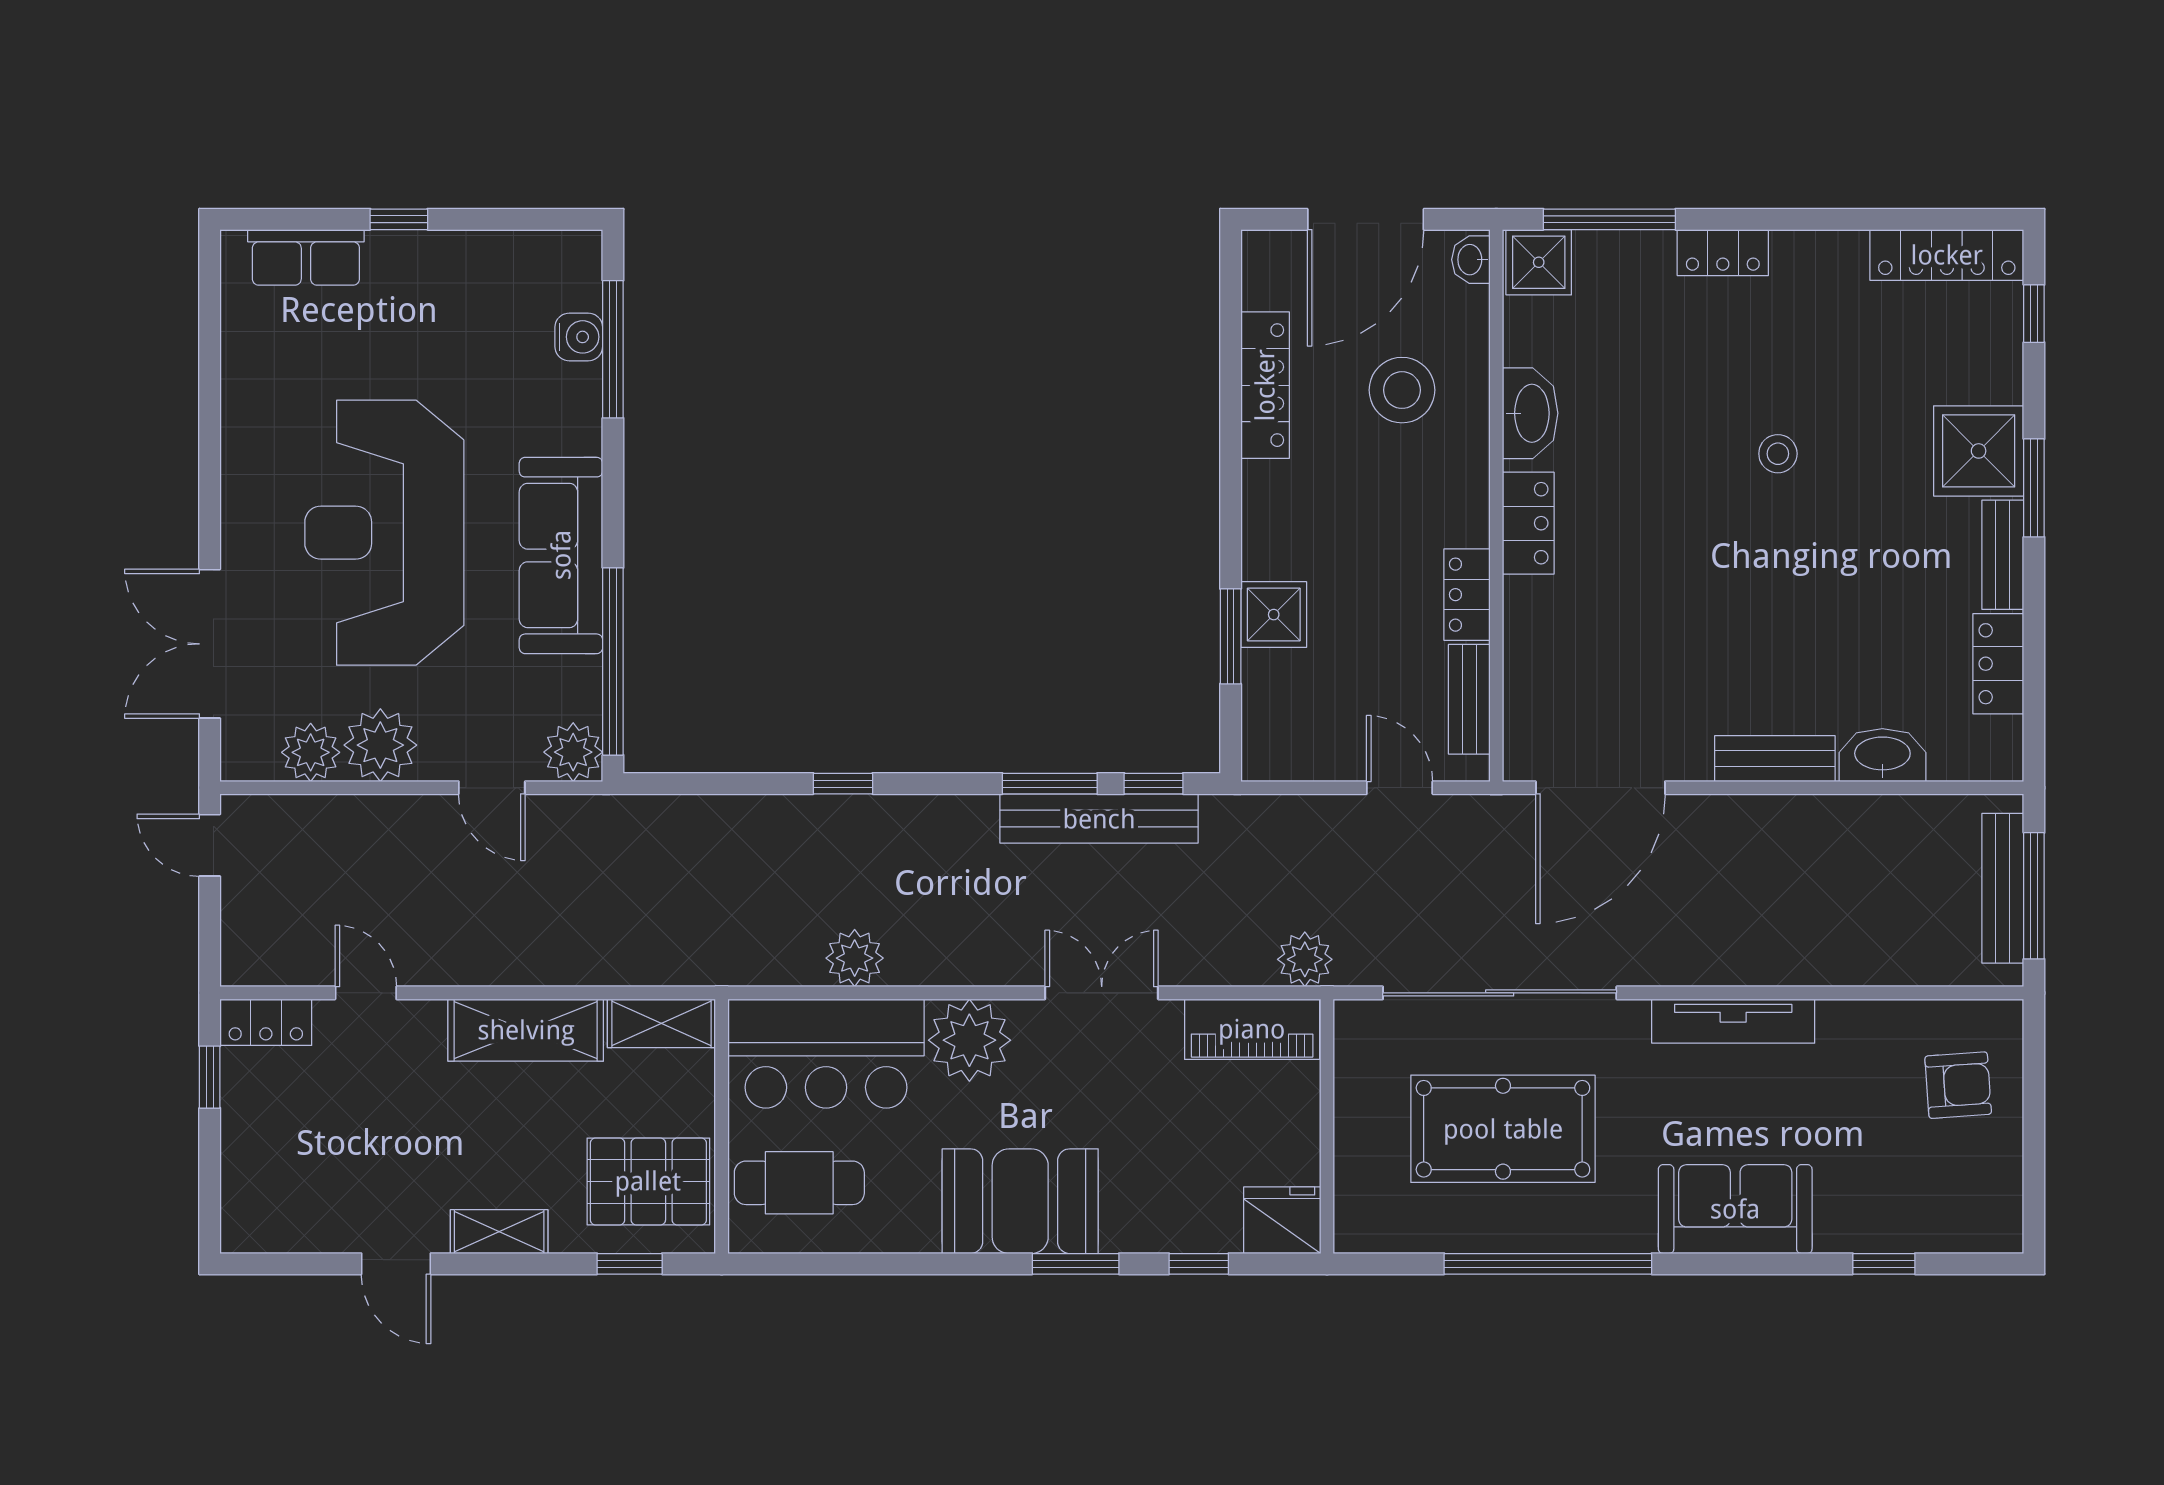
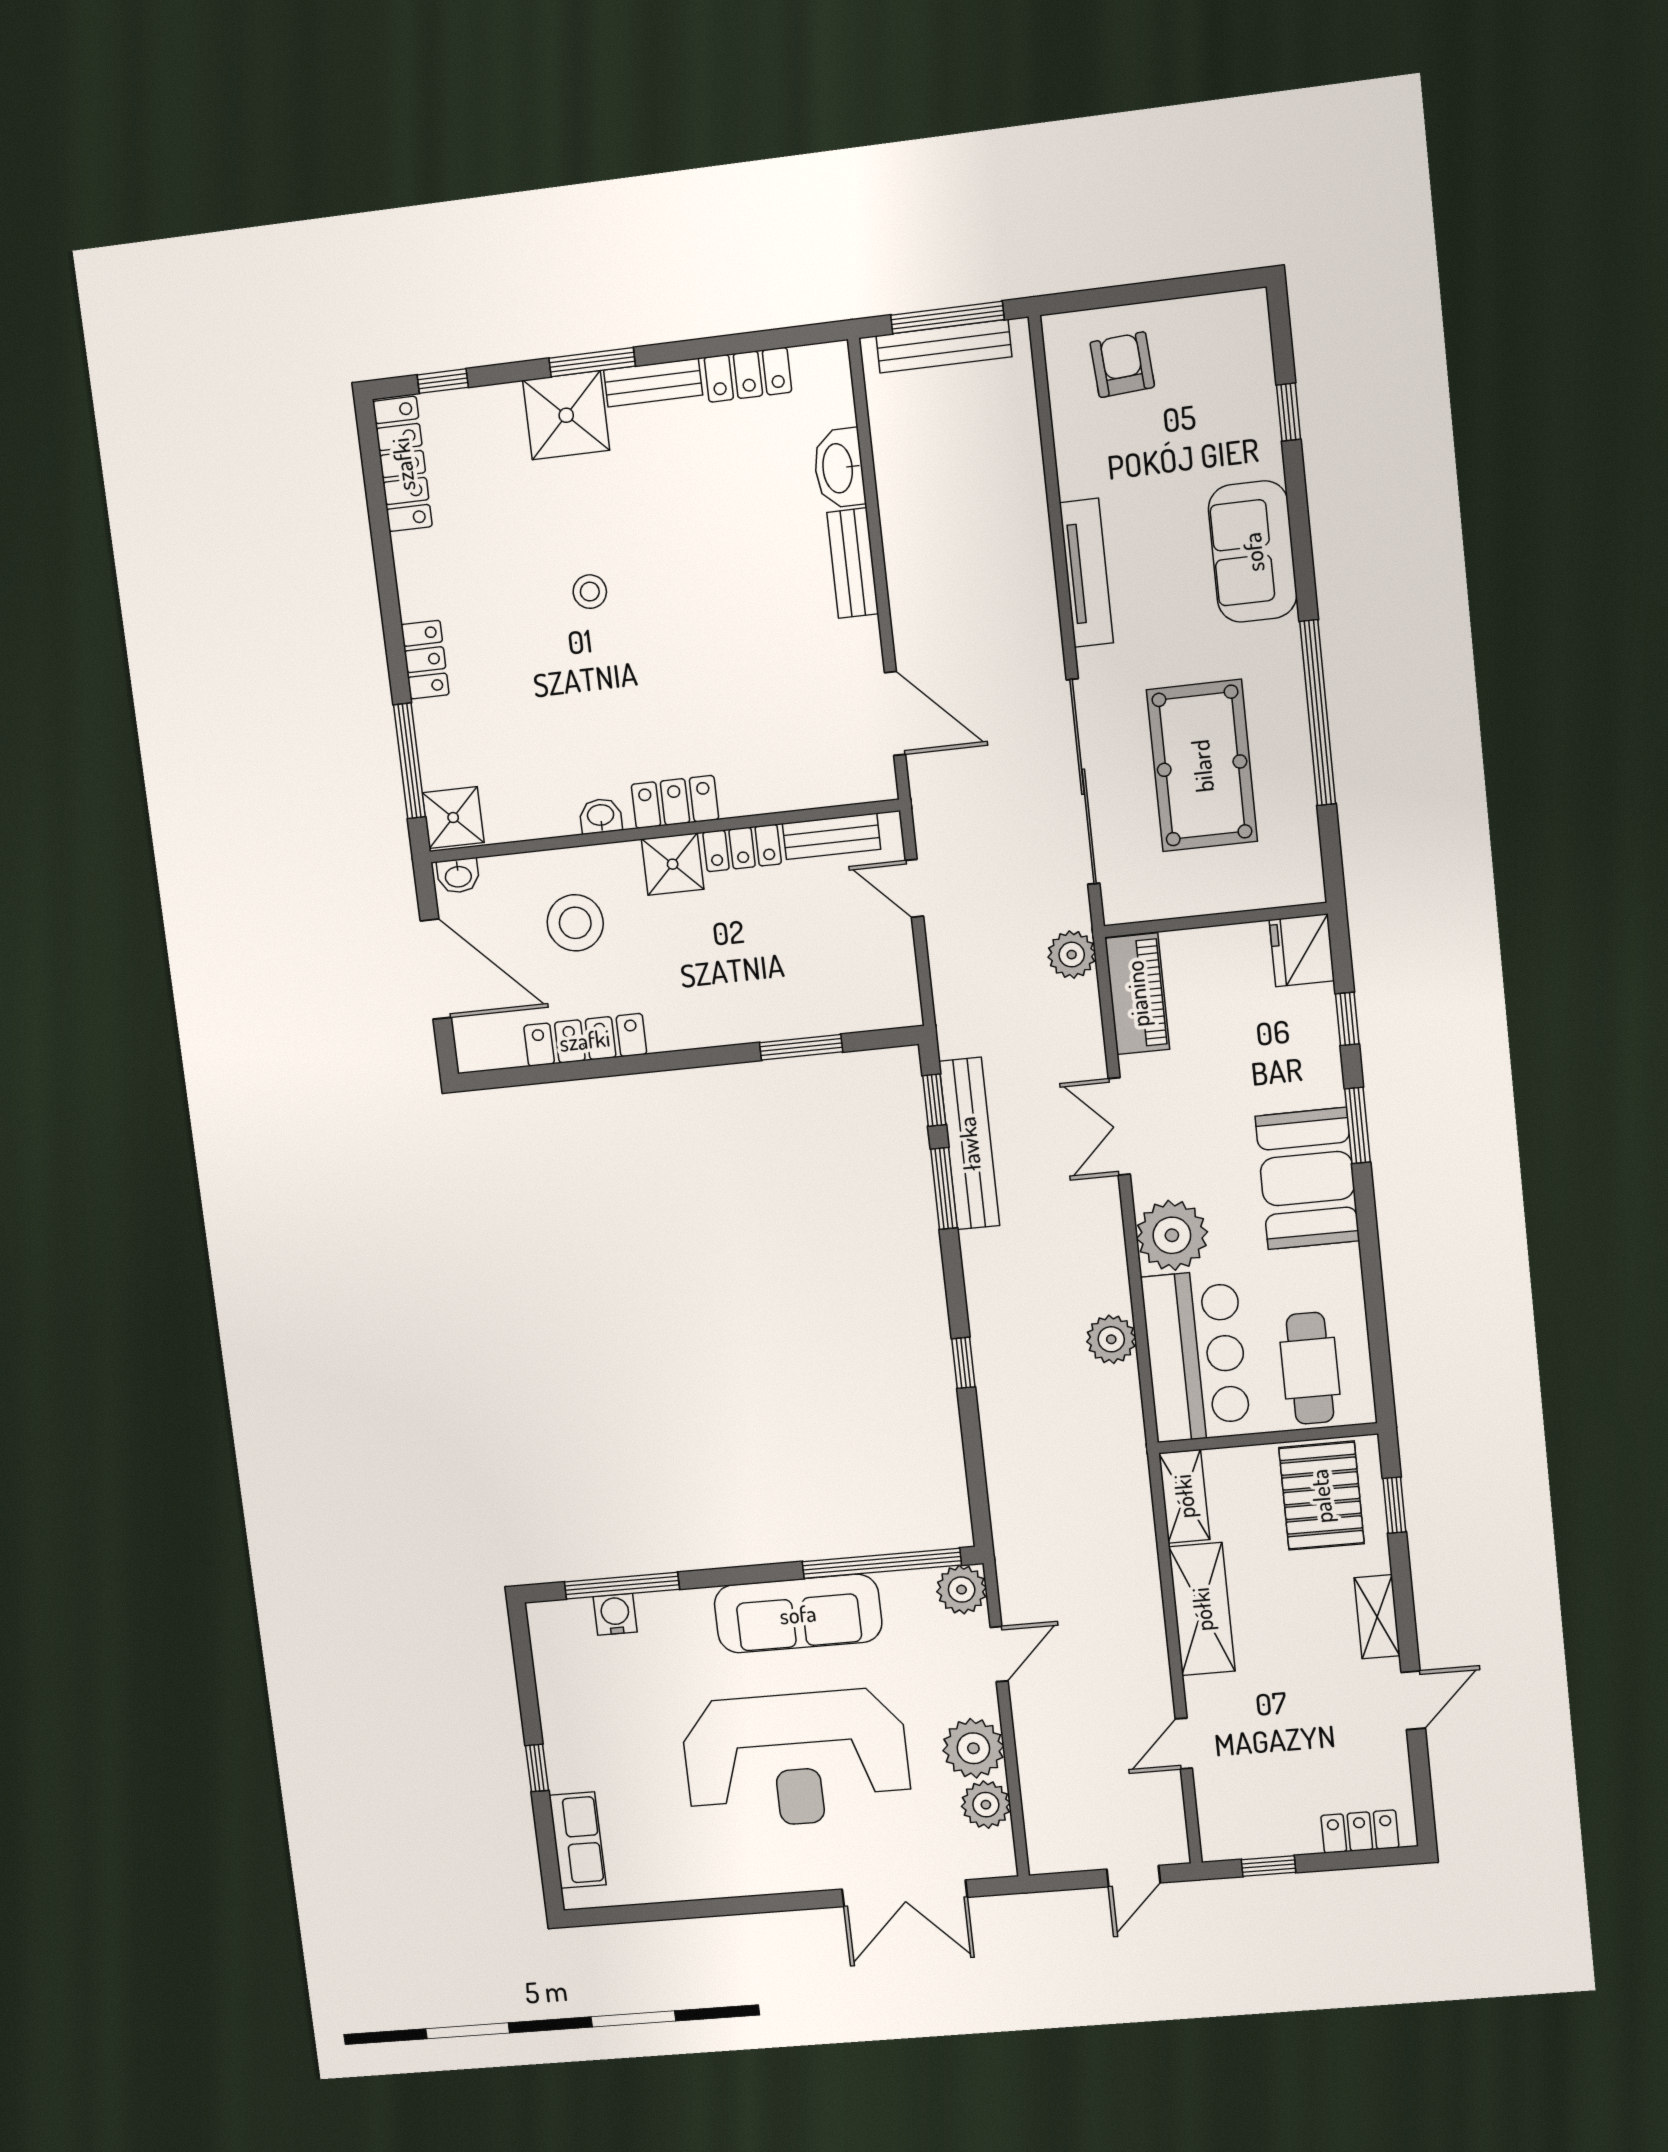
washbasin: (1530, 413) -> (601, 816), width x0.52, depth x0.69
shower: (1274, 615) -> (673, 864), moved
door: (1400, 788) -> (914, 888), hinge flipped
door: (1600, 788) -> (895, 714), width x0.73
door: (210, 845) -> (1134, 1876), moved
locker: (266, 1022) -> (1360, 1831), moved, turned -90

